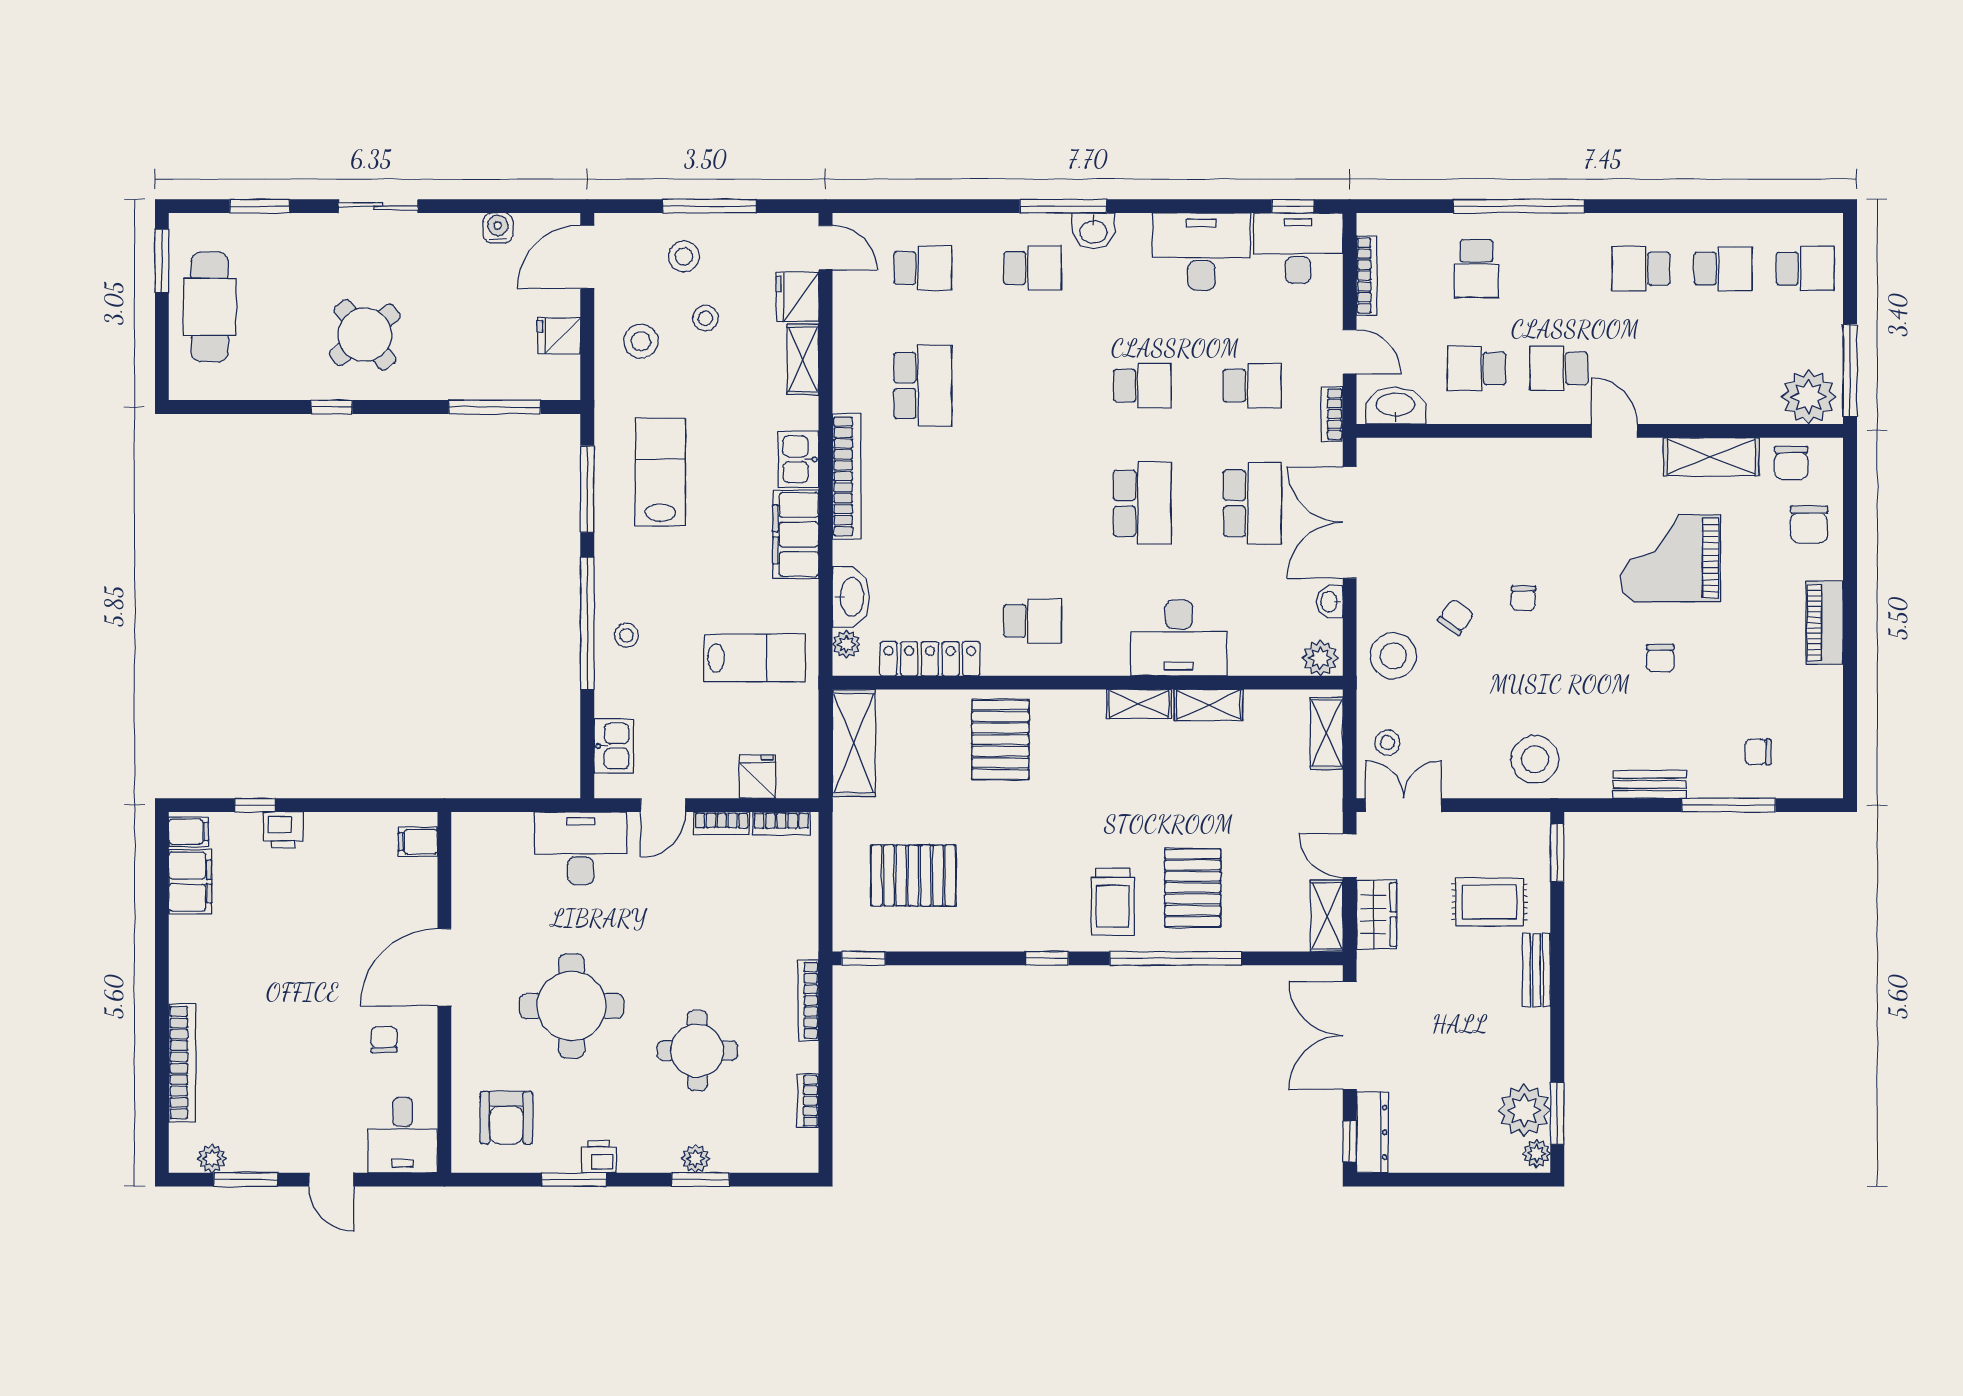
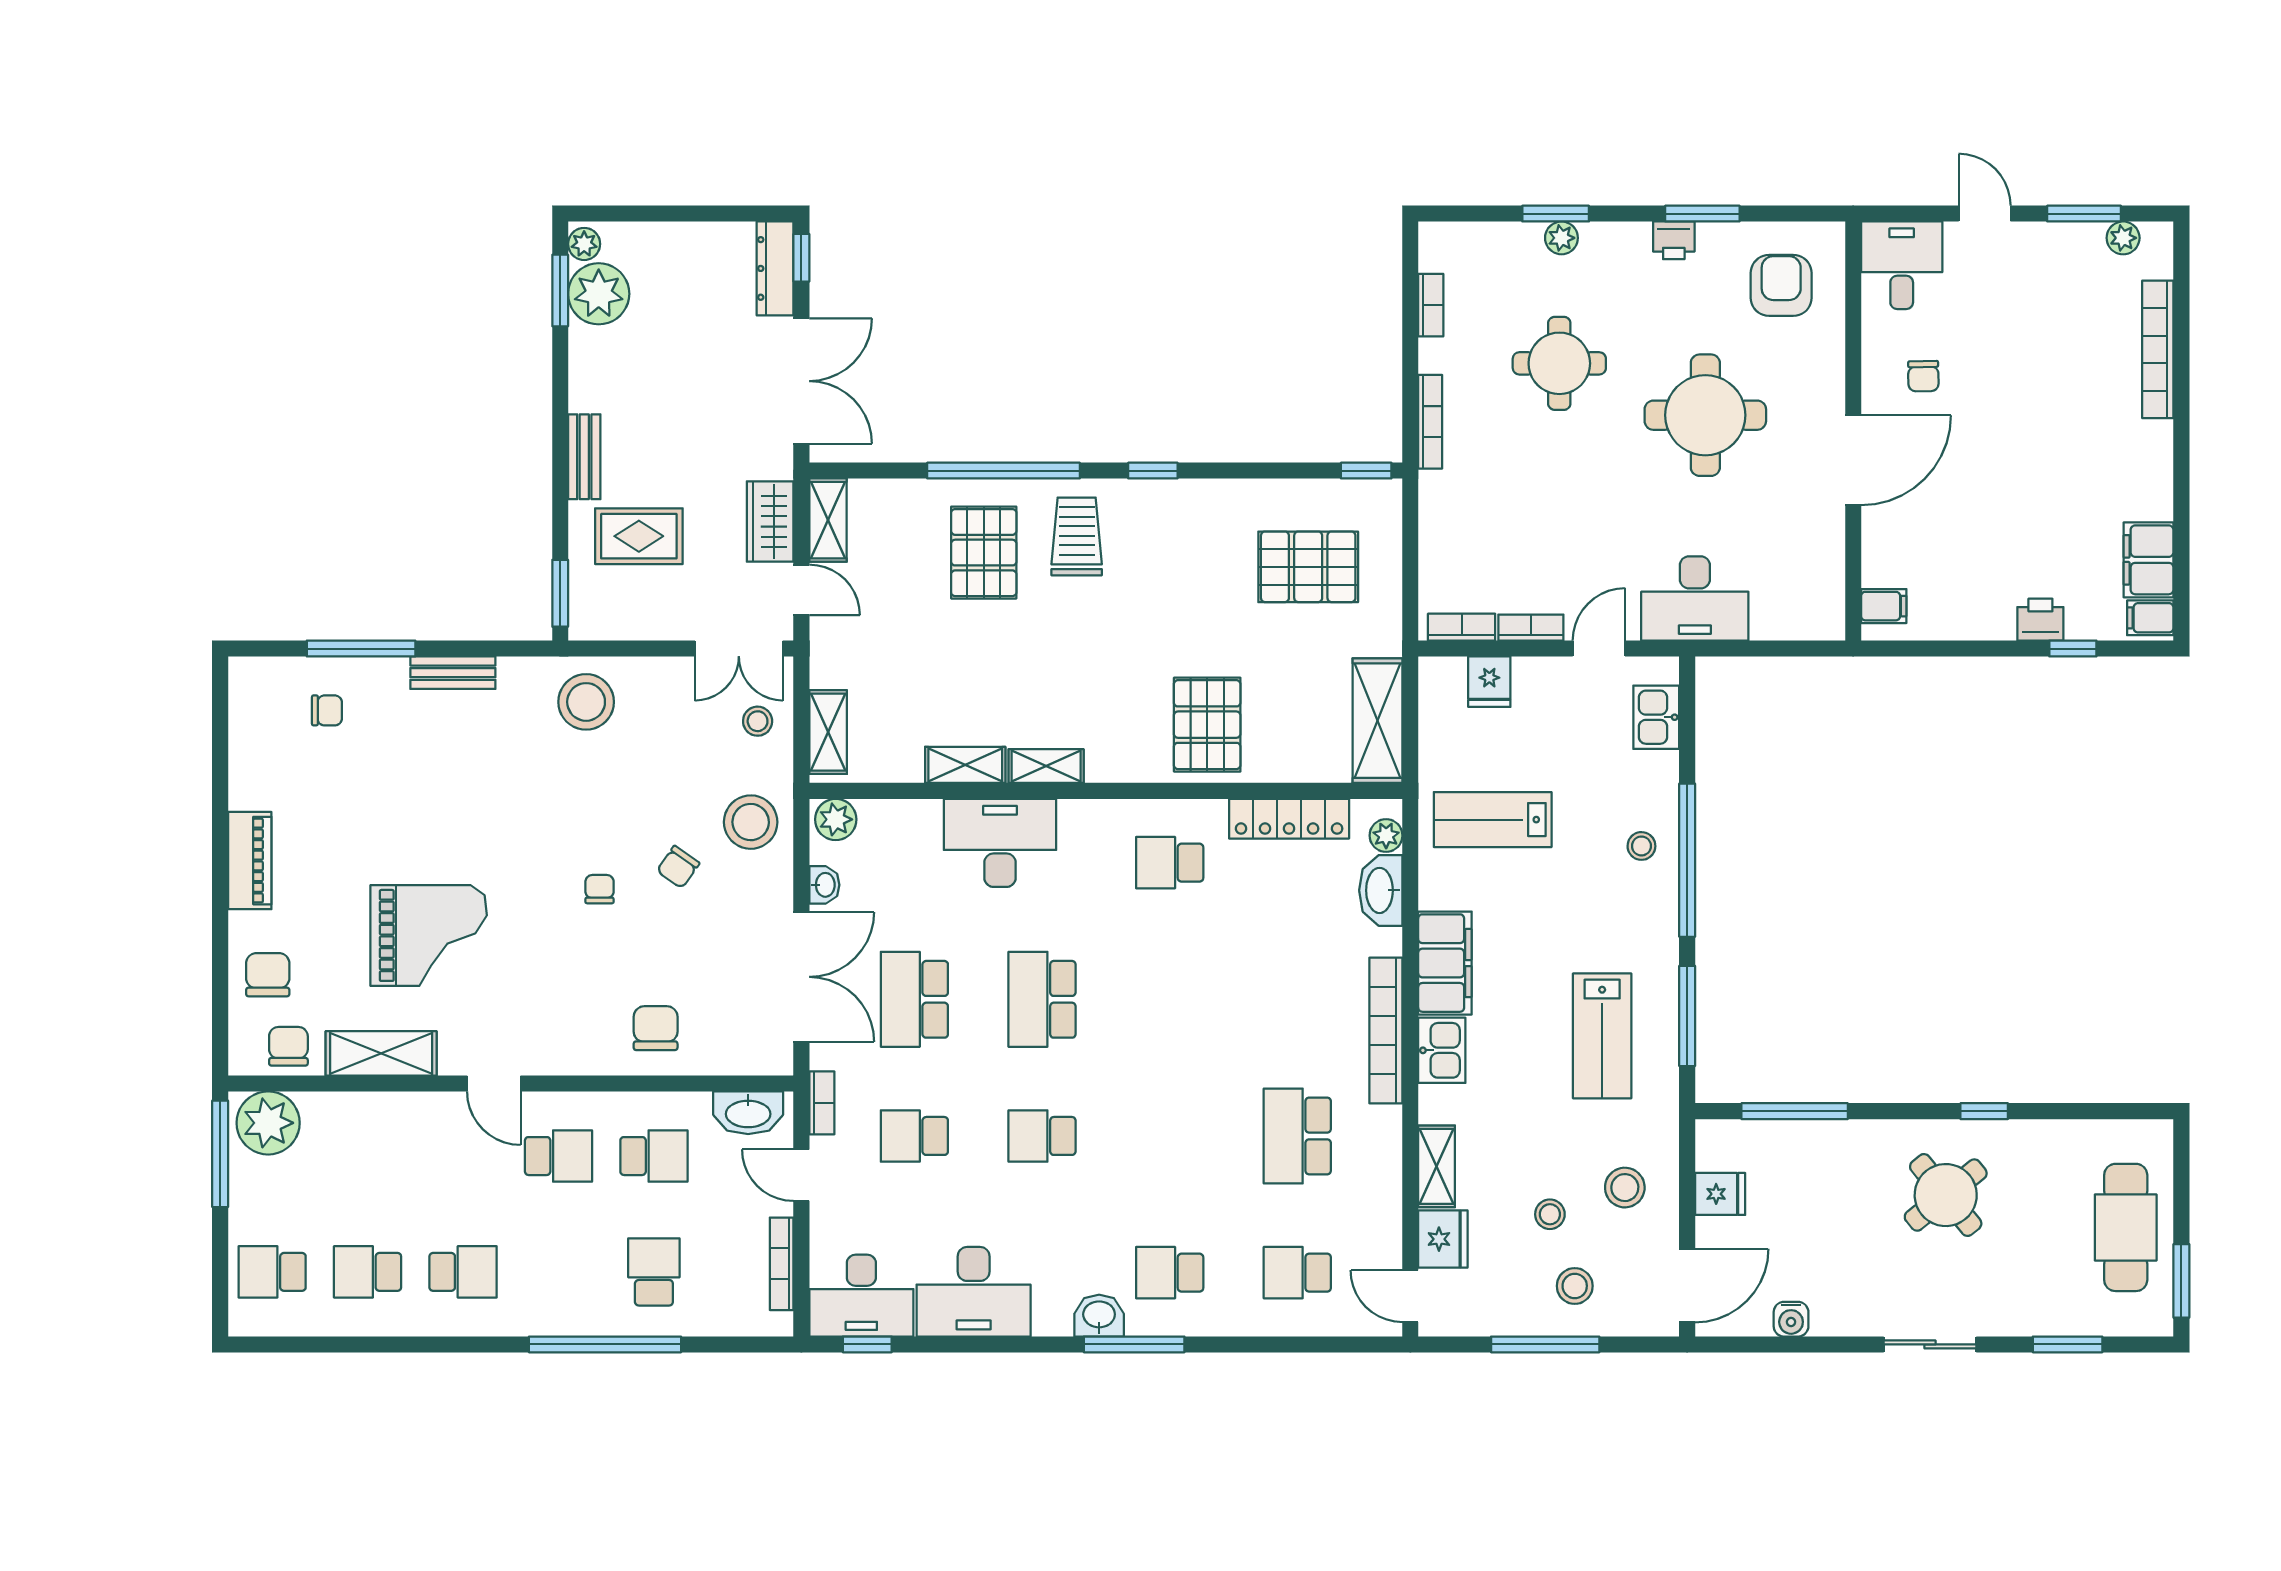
chair: (1660, 658) -> (656, 1028), moved, width x1.37, depth x1.37

